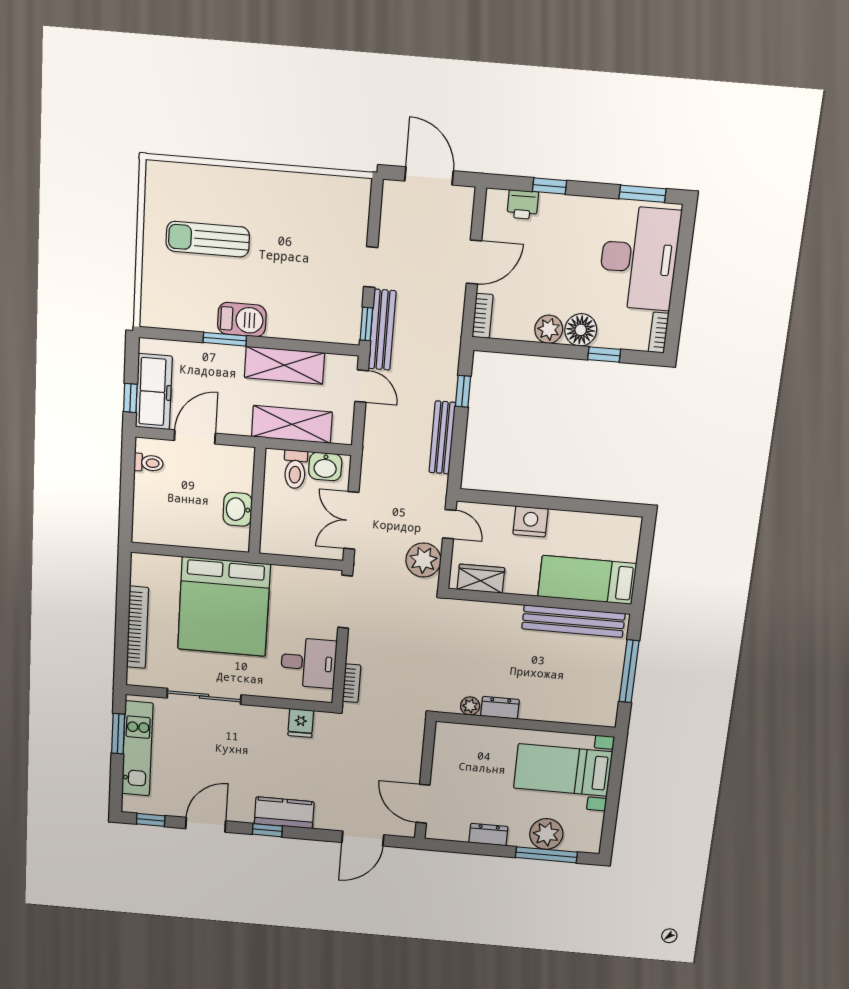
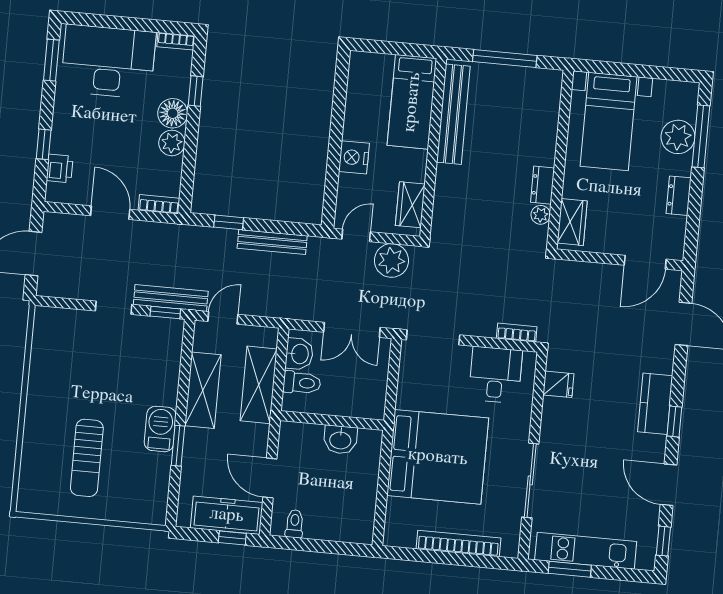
wardrobe: (463, 736) -> (572, 222), added

